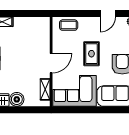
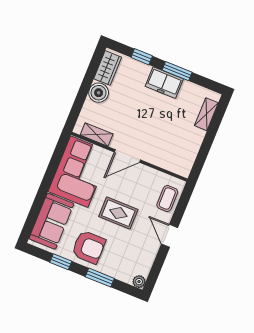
door: (108, 13) -> (170, 236), moved
door: (51, 63) -> (127, 156), hinge flipped

